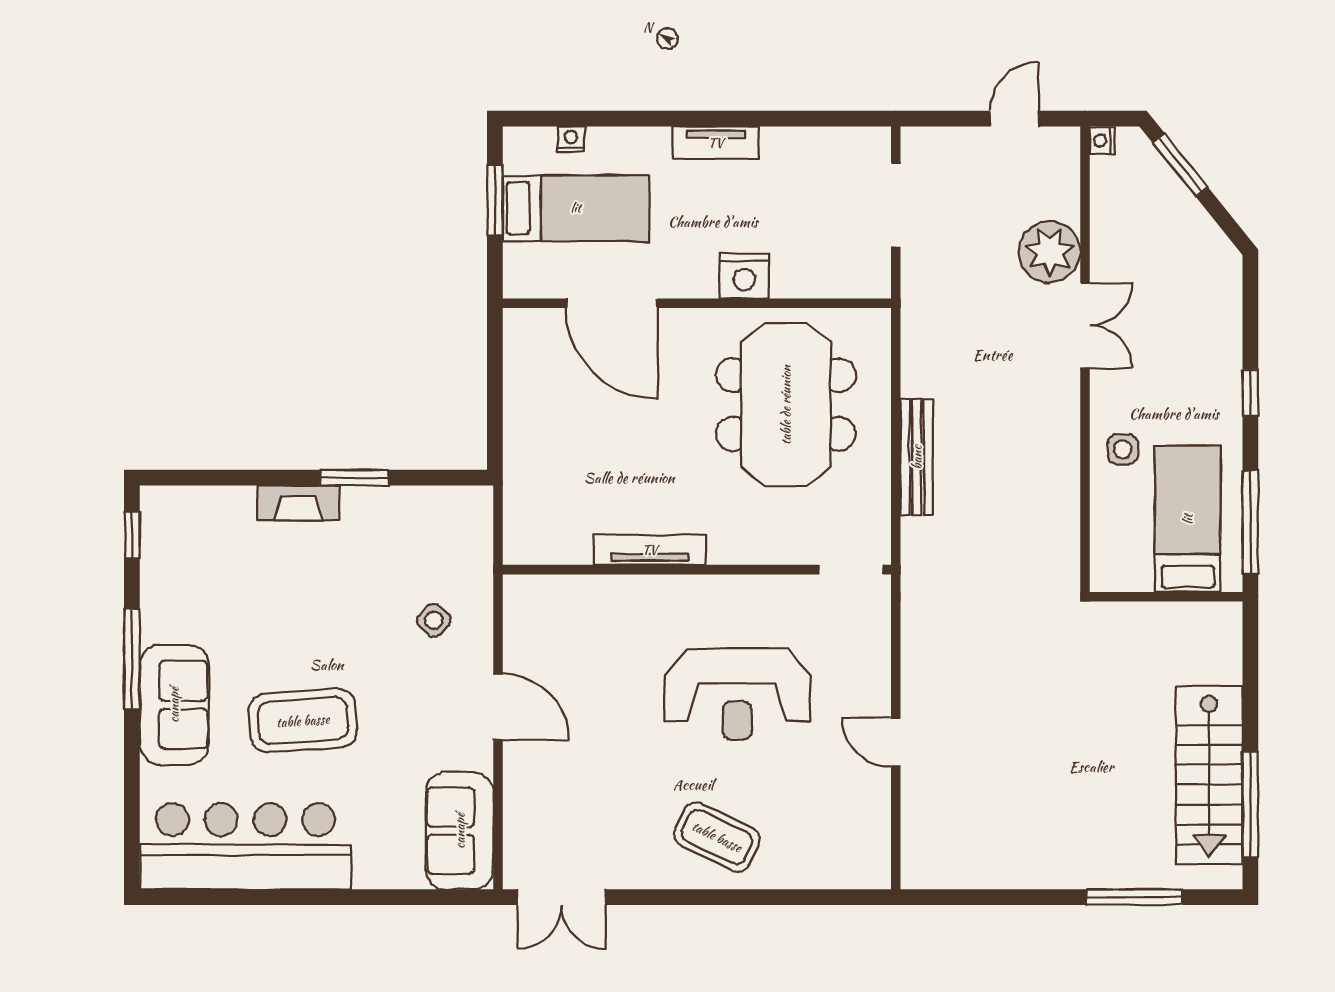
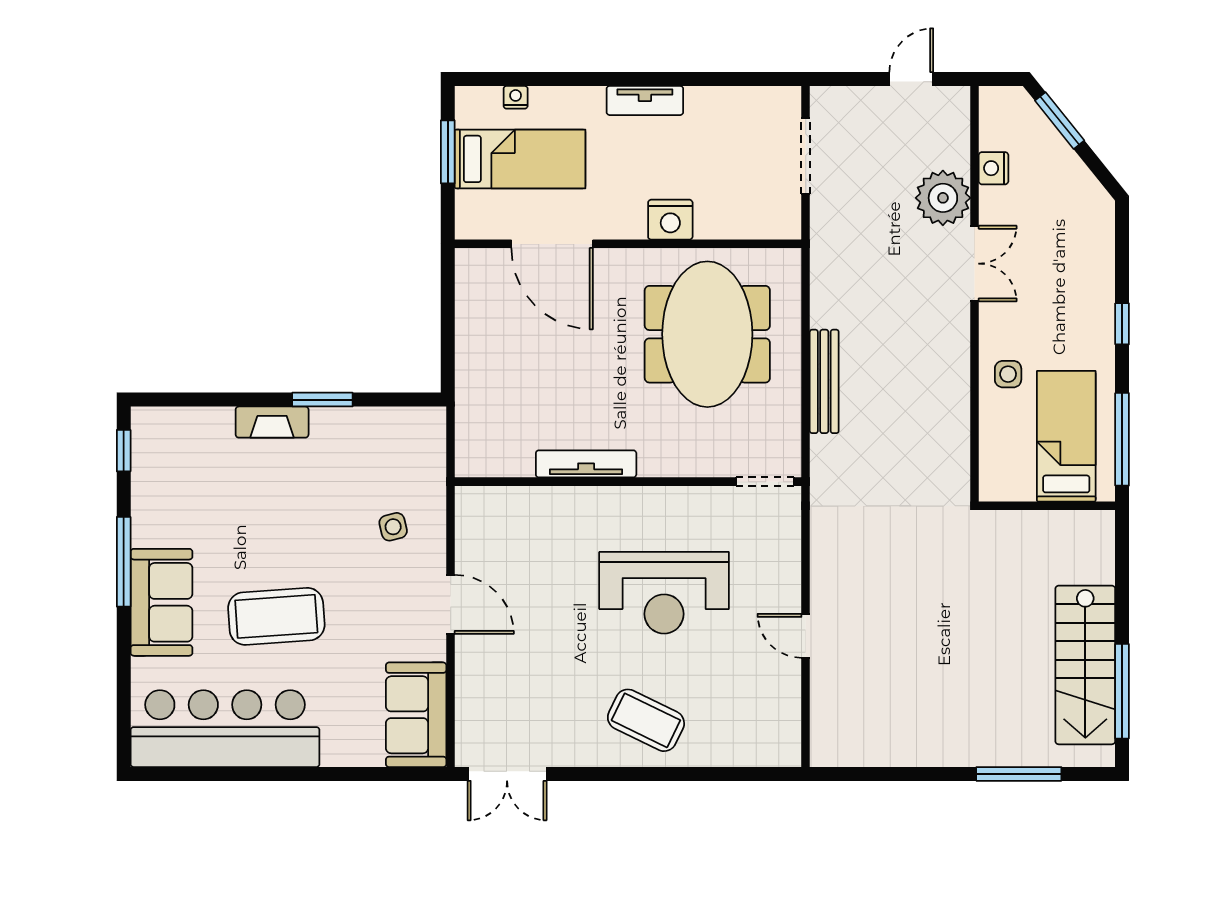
nightstand: (1102, 141) -> (993, 168), moved, width x1.39, depth x1.35
side table: (434, 620) -> (393, 527), turned 32

